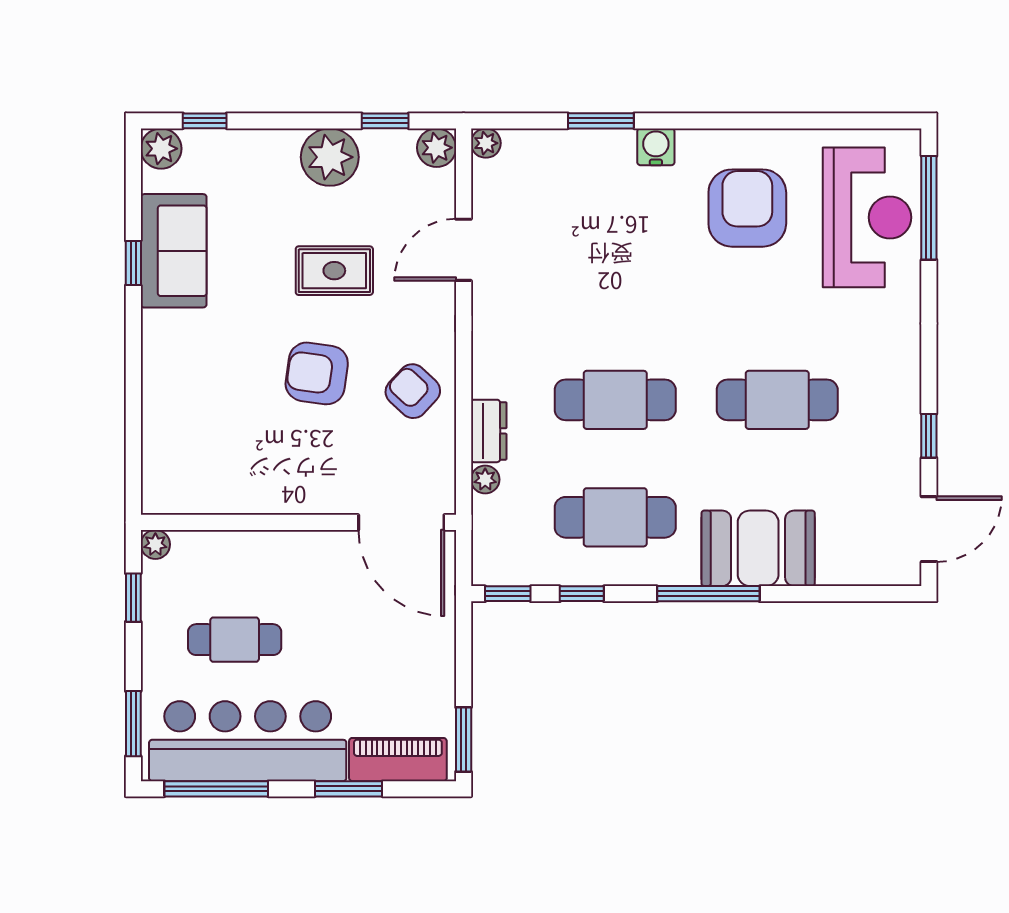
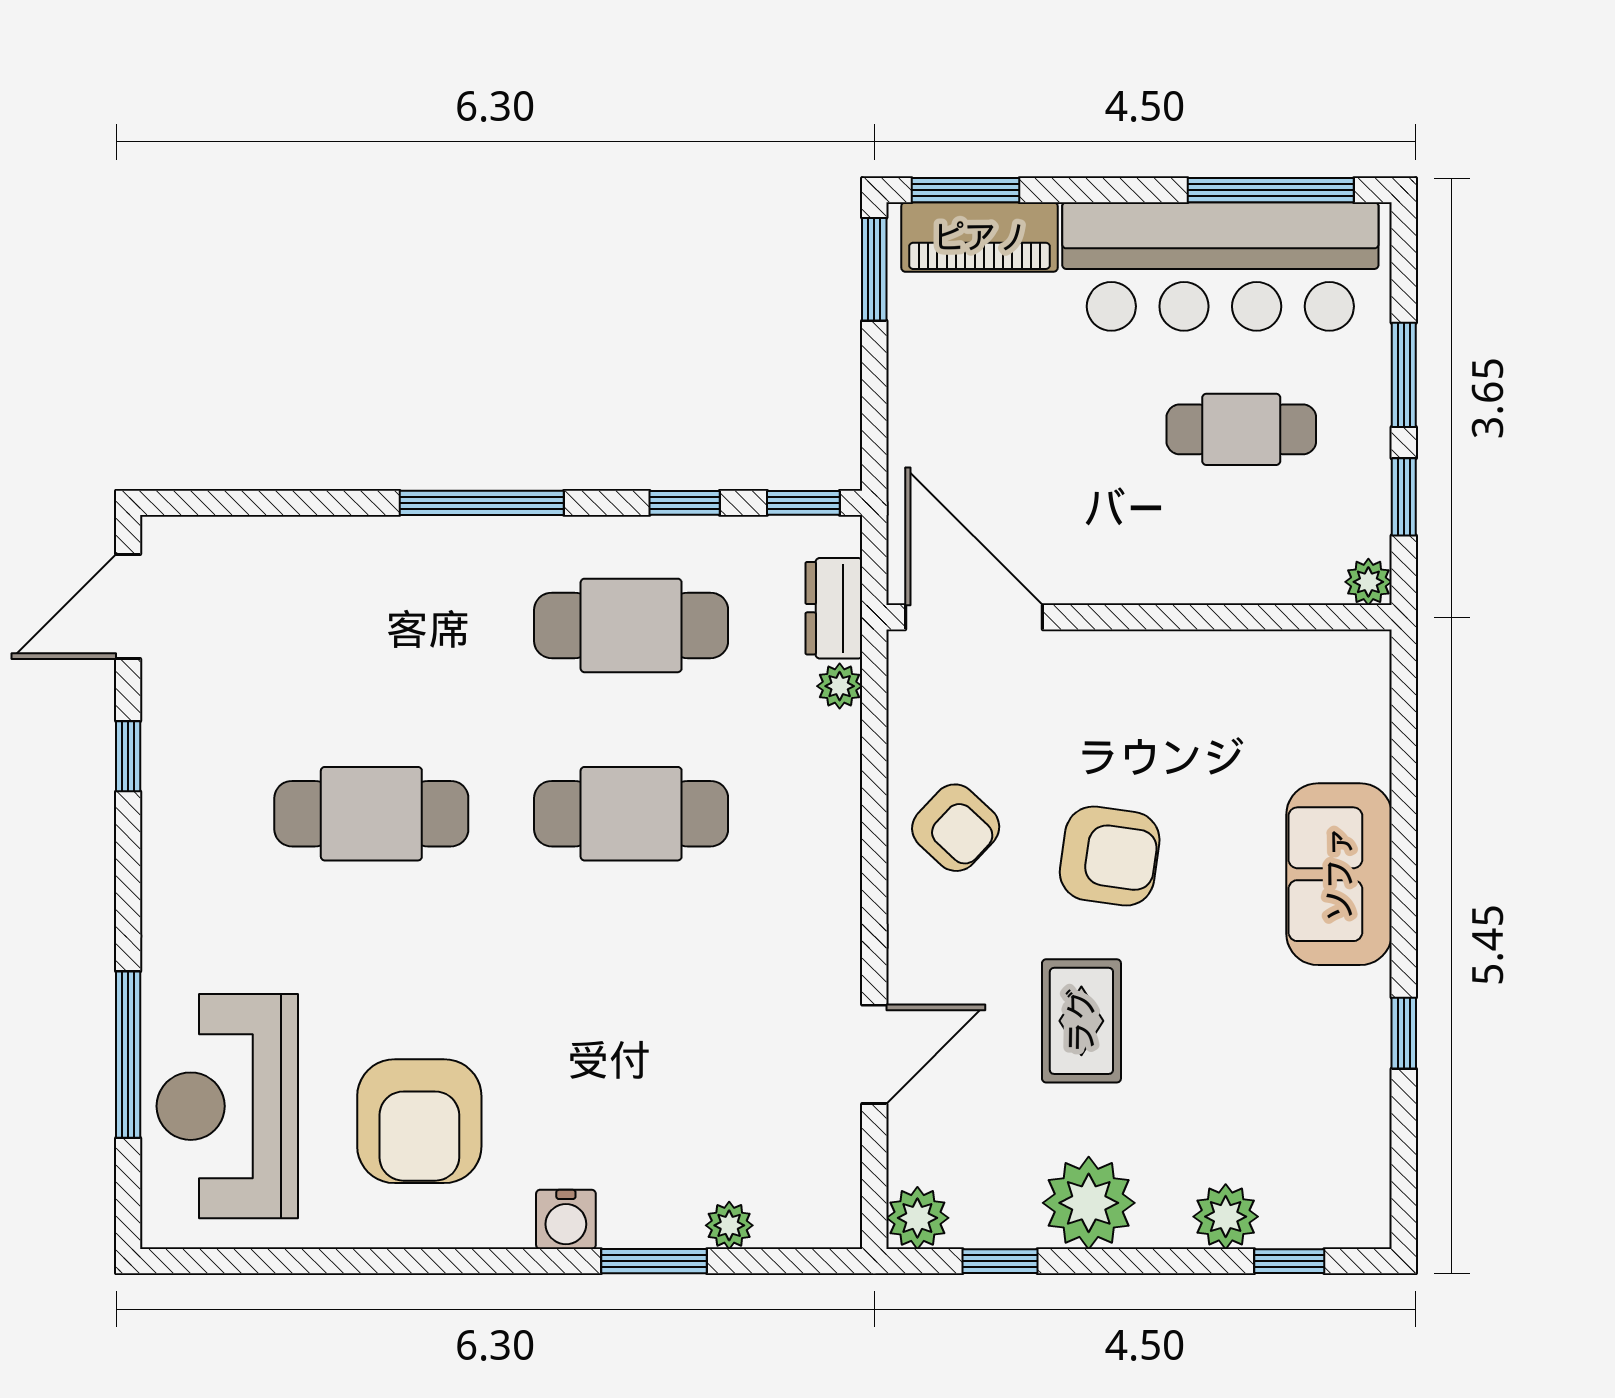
plant: (486, 143) -> (729, 1225), moved
plant: (161, 149) -> (1226, 1217), moved
window: (929, 208) -> (128, 1055), moved
sofa: (174, 251) -> (1339, 874), moved
rug: (334, 271) -> (1081, 1021), turned 90
dresser: (489, 431) -> (834, 608), moved
booth: (758, 548) -> (402, 576), removed
window: (133, 724) -> (1404, 375), moved
window: (349, 789) -> (965, 190), moved

